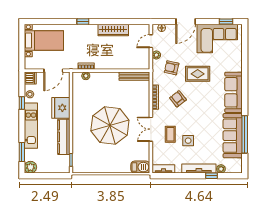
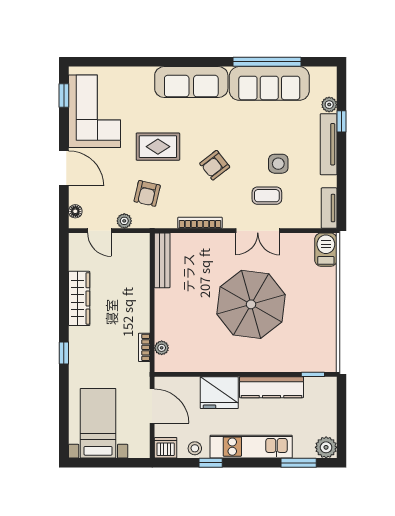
rug: (198, 74) -> (158, 147), turned 90
armchair: (178, 99) -> (215, 165), moved

